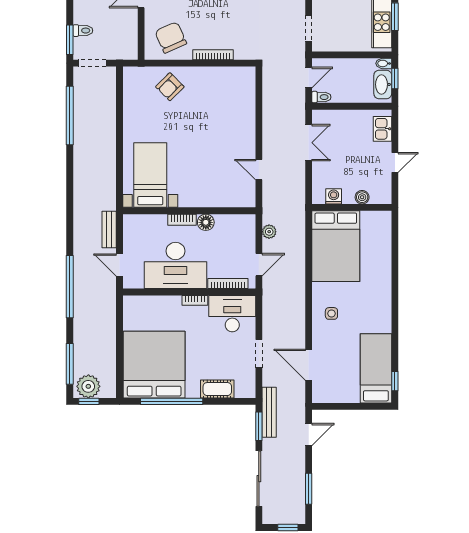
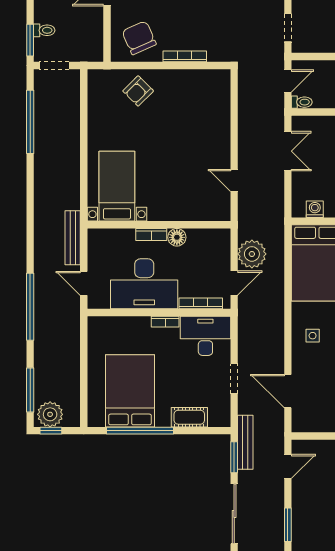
bench: (109, 230) -> (73, 238), width x1.36
plant: (269, 232) -> (252, 254), width x1.88, depth x1.88
bed: (154, 365) -> (130, 391), width x0.73

